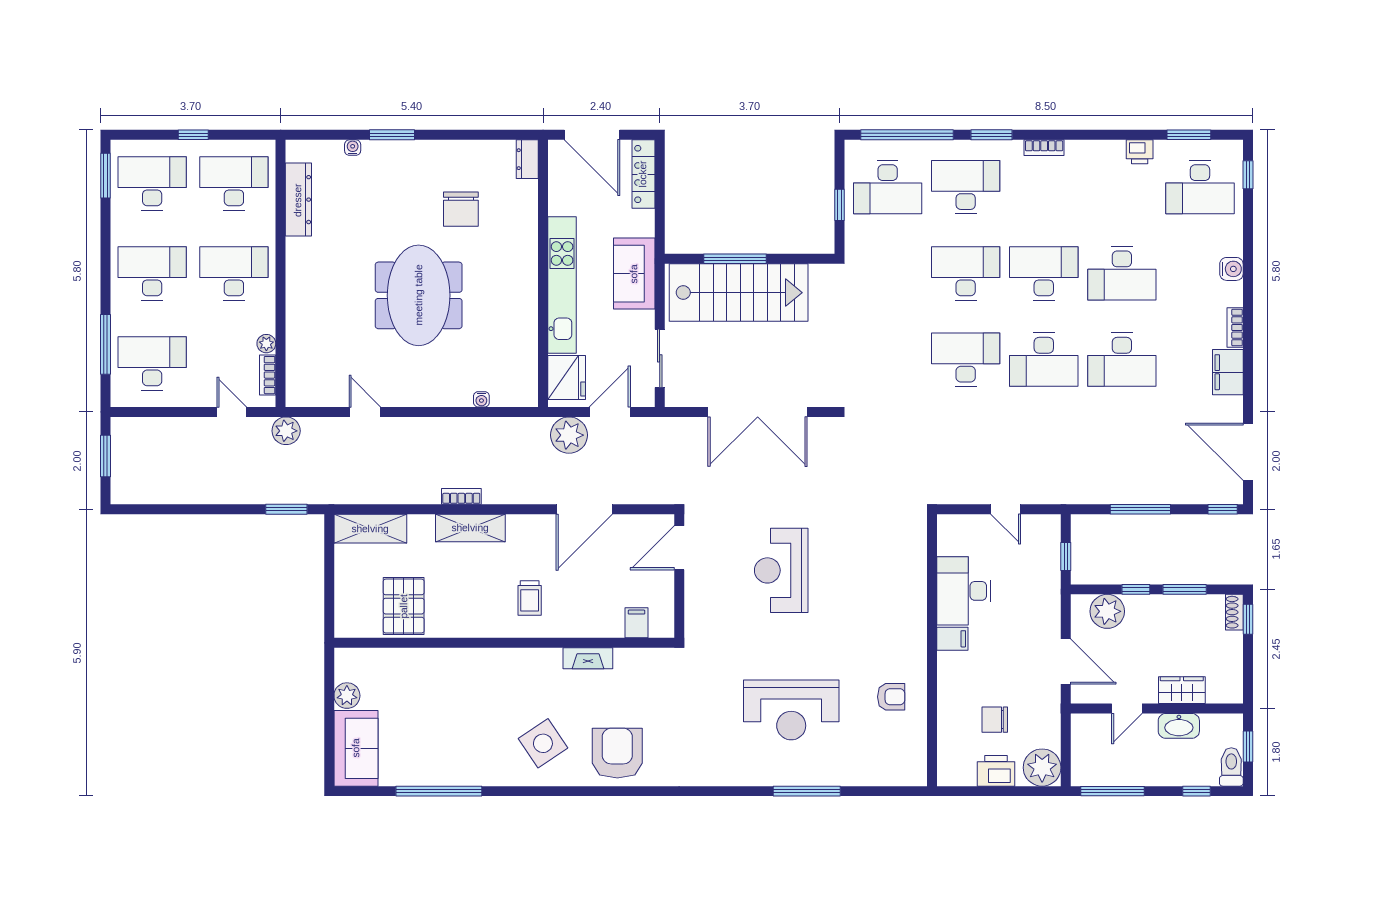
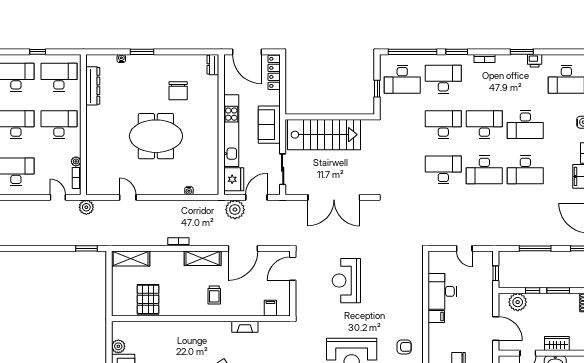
window: (1189, 135) -> (522, 52), moved
window: (735, 259) -> (322, 117), removed
meeting table: (419, 295) -> (156, 136), turned 90
shelving: (470, 528) -> (203, 258), moved

